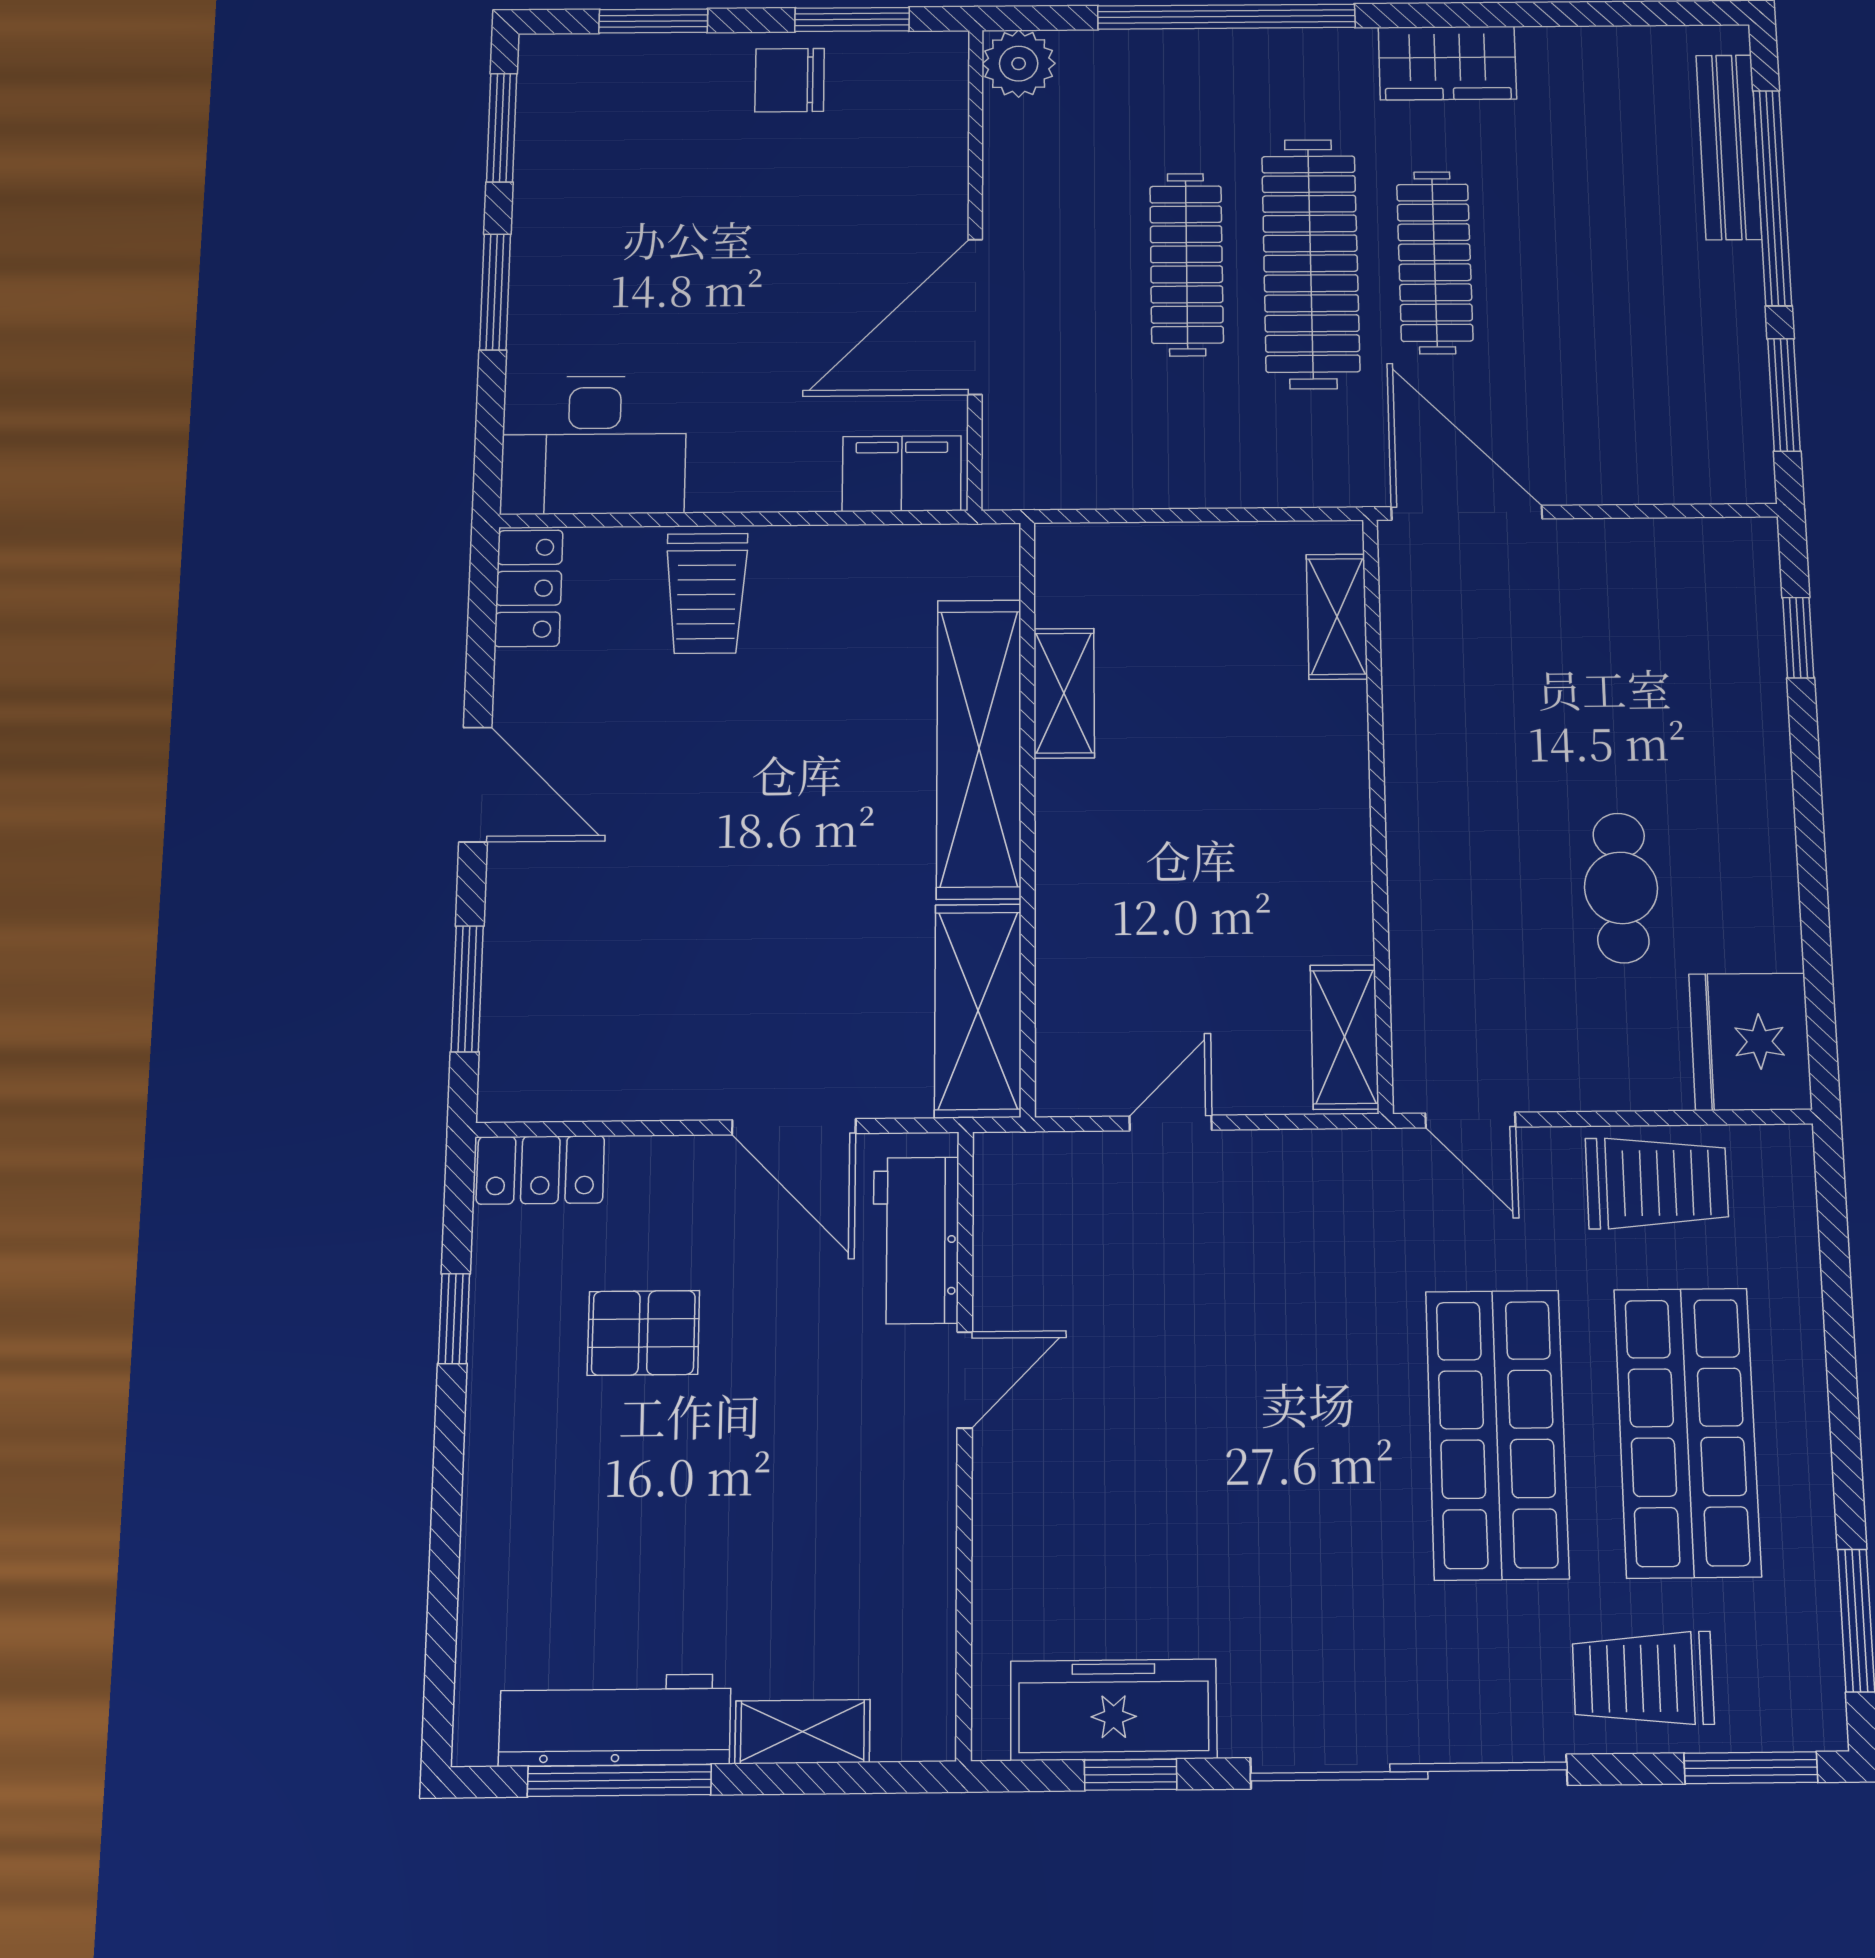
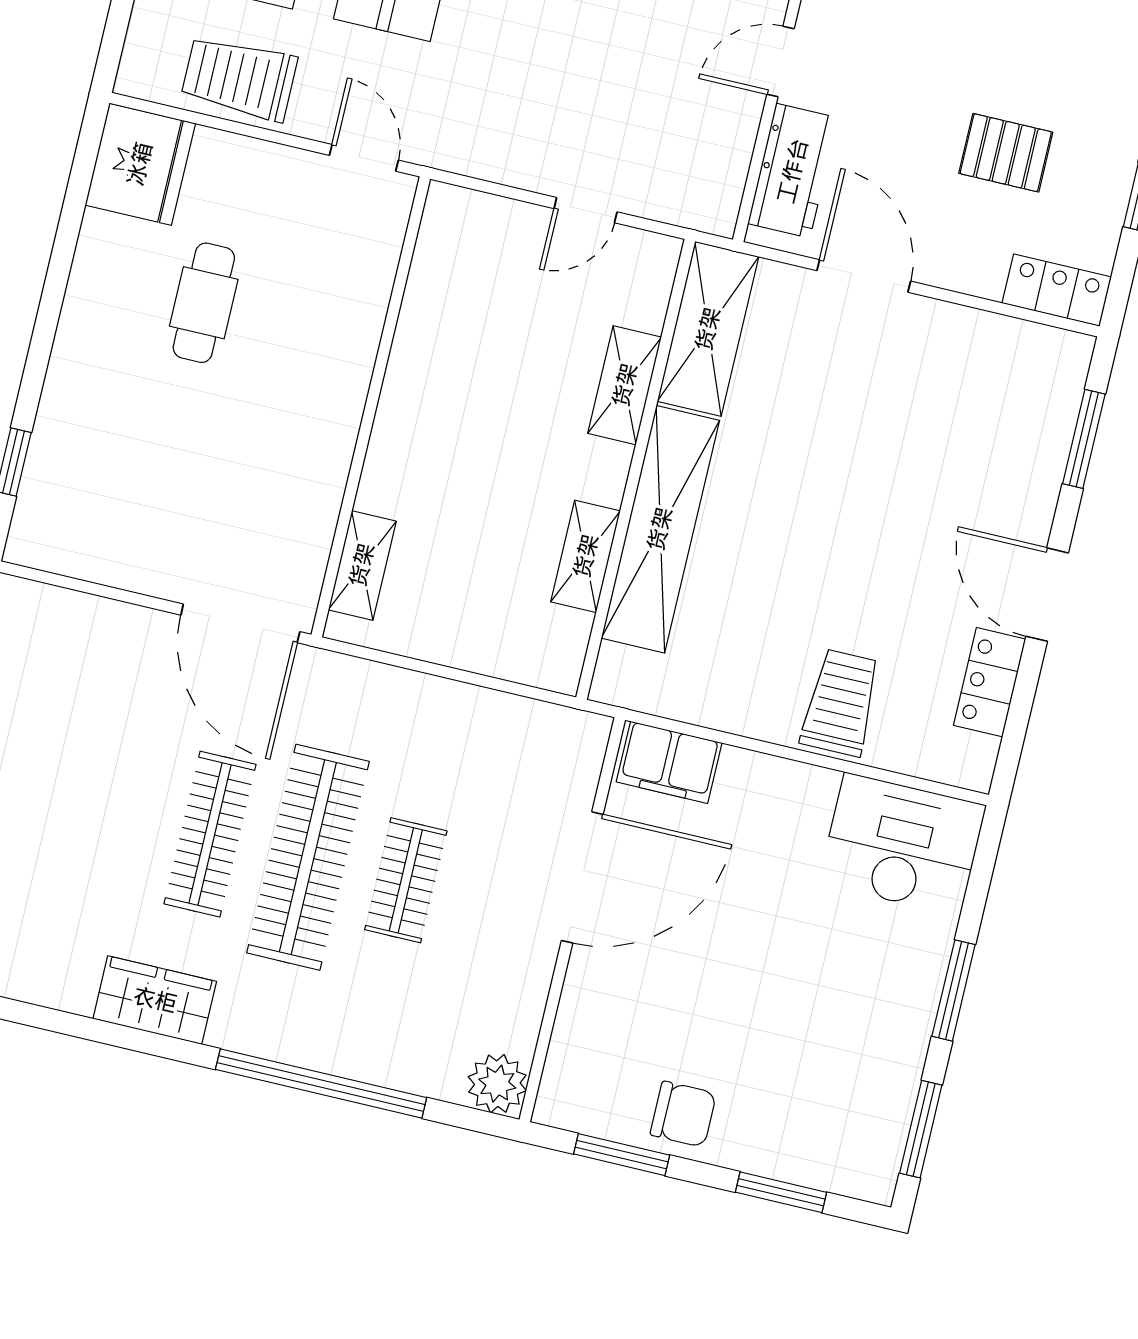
clothes rail: (1187, 264) -> (406, 880), width x0.73
locker: (529, 588) -> (990, 682), moved
shelving: (1344, 1037) -> (625, 385), moved

